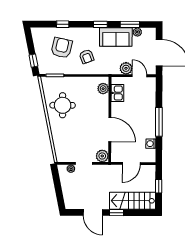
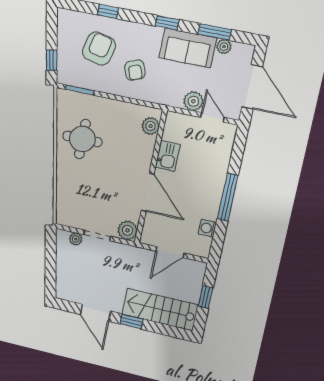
kitchen sink: (117, 93) -> (168, 156), moved

